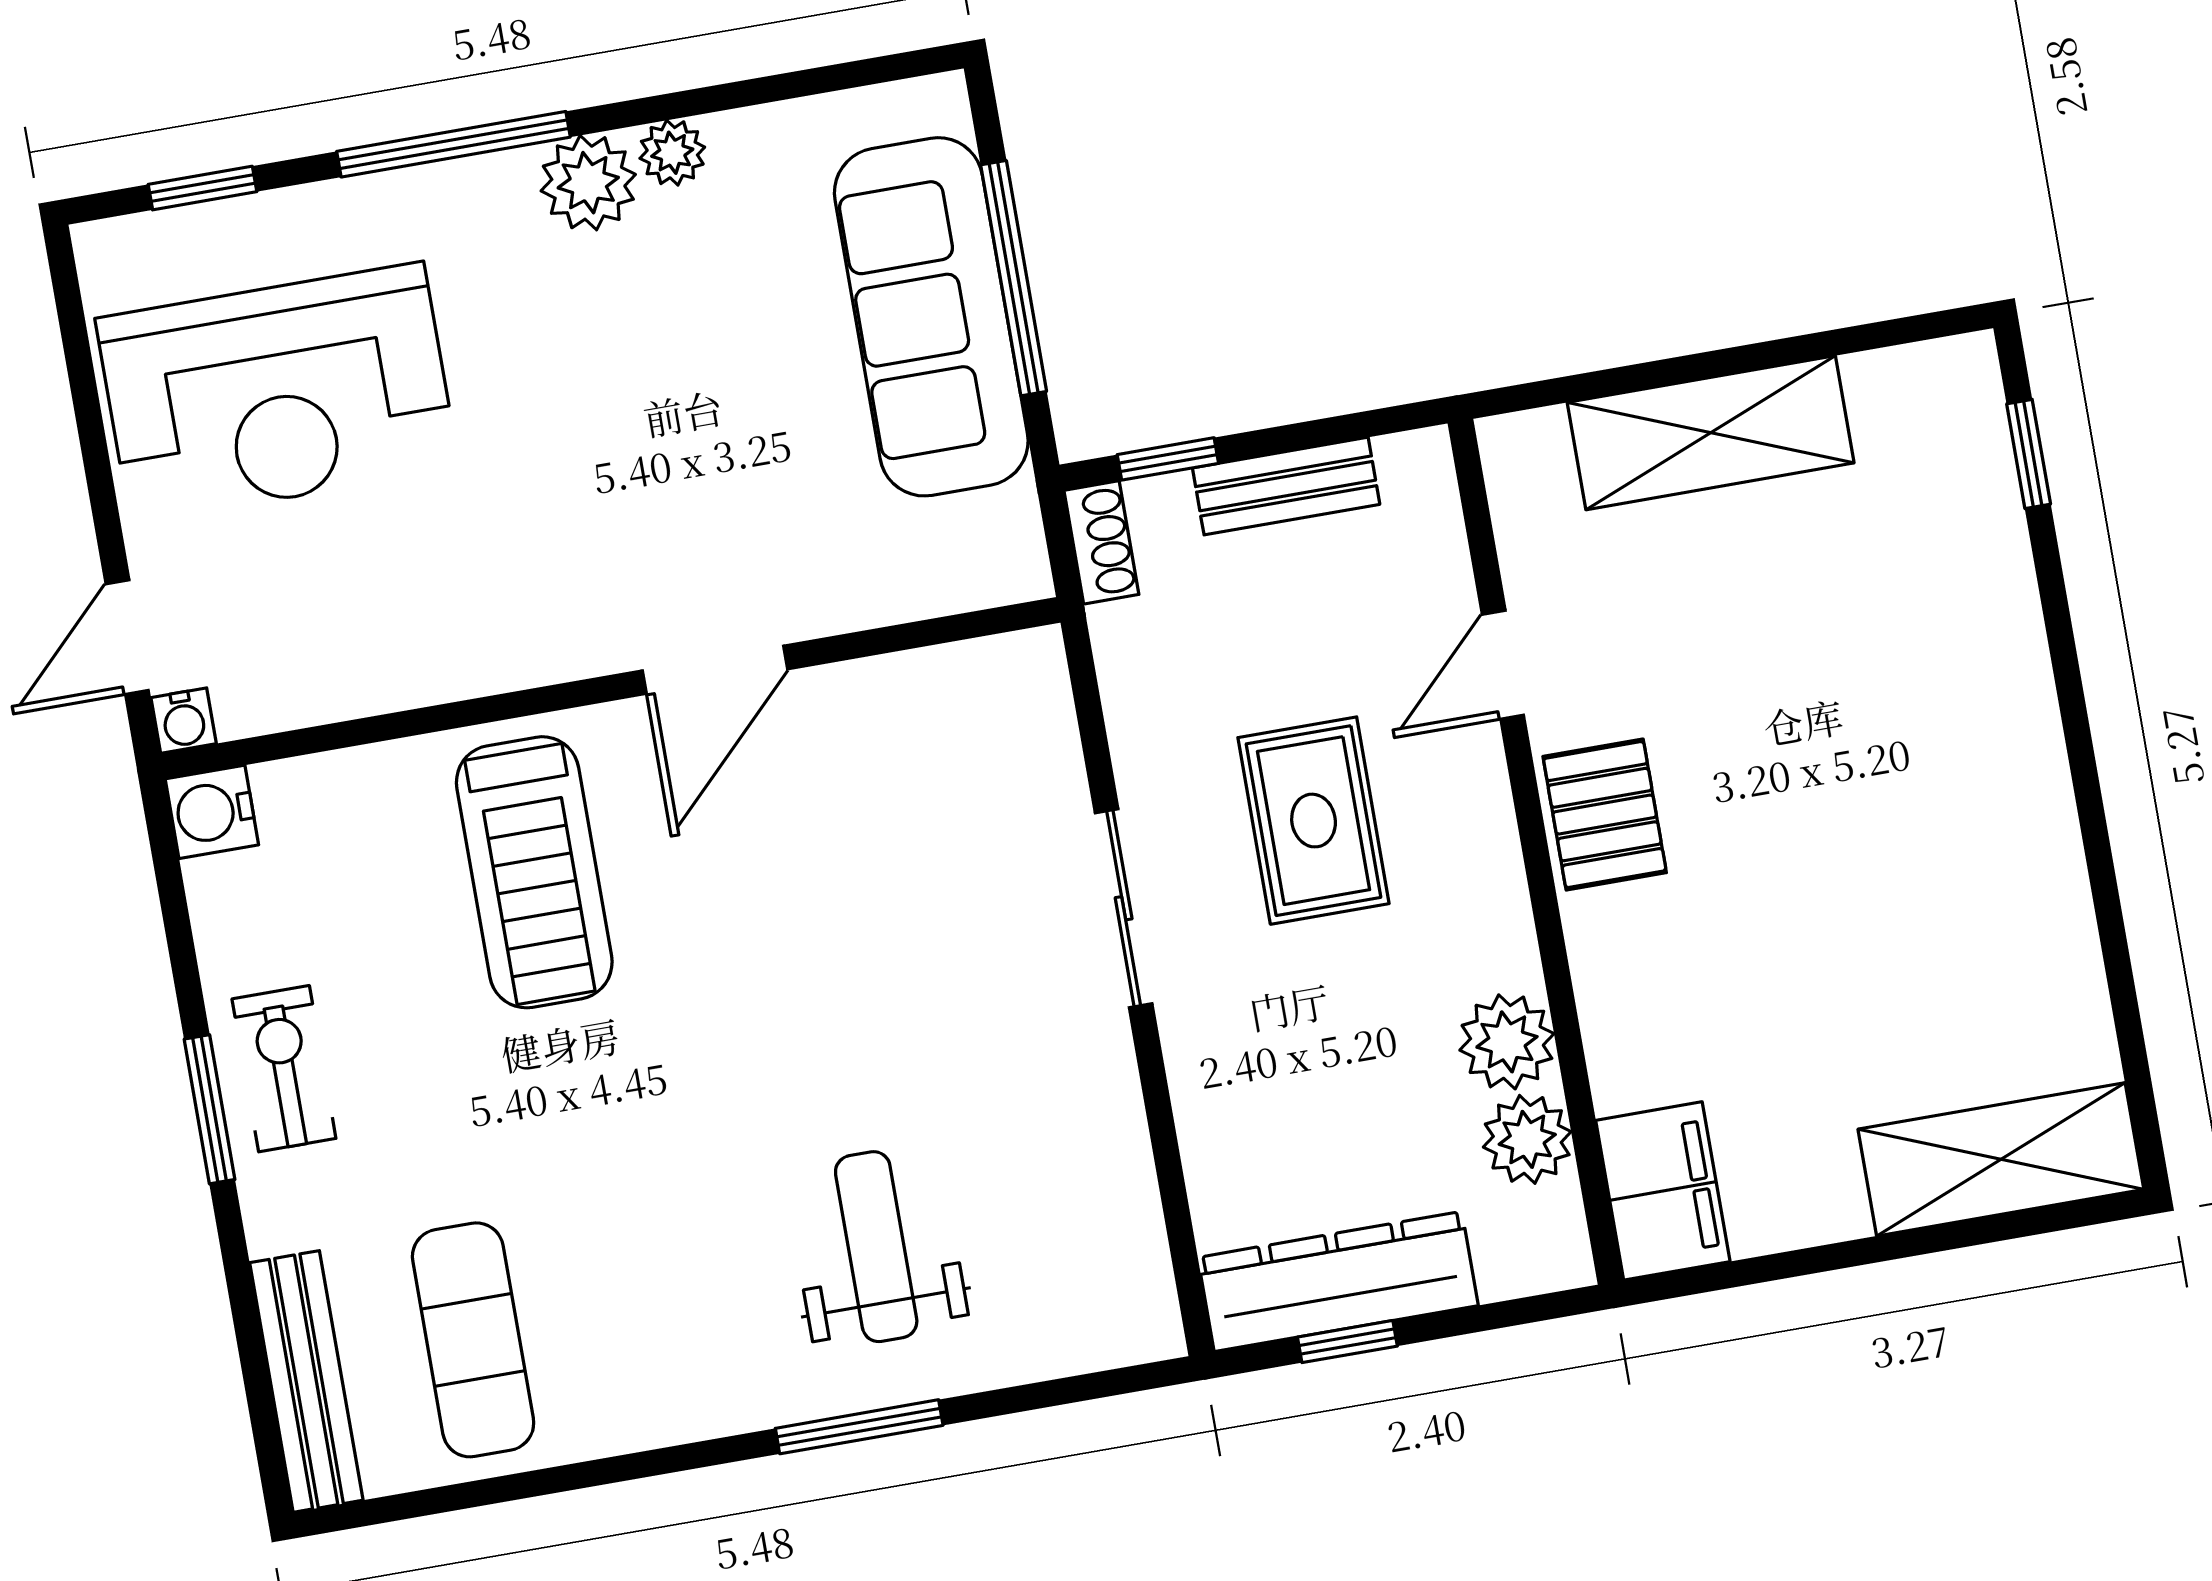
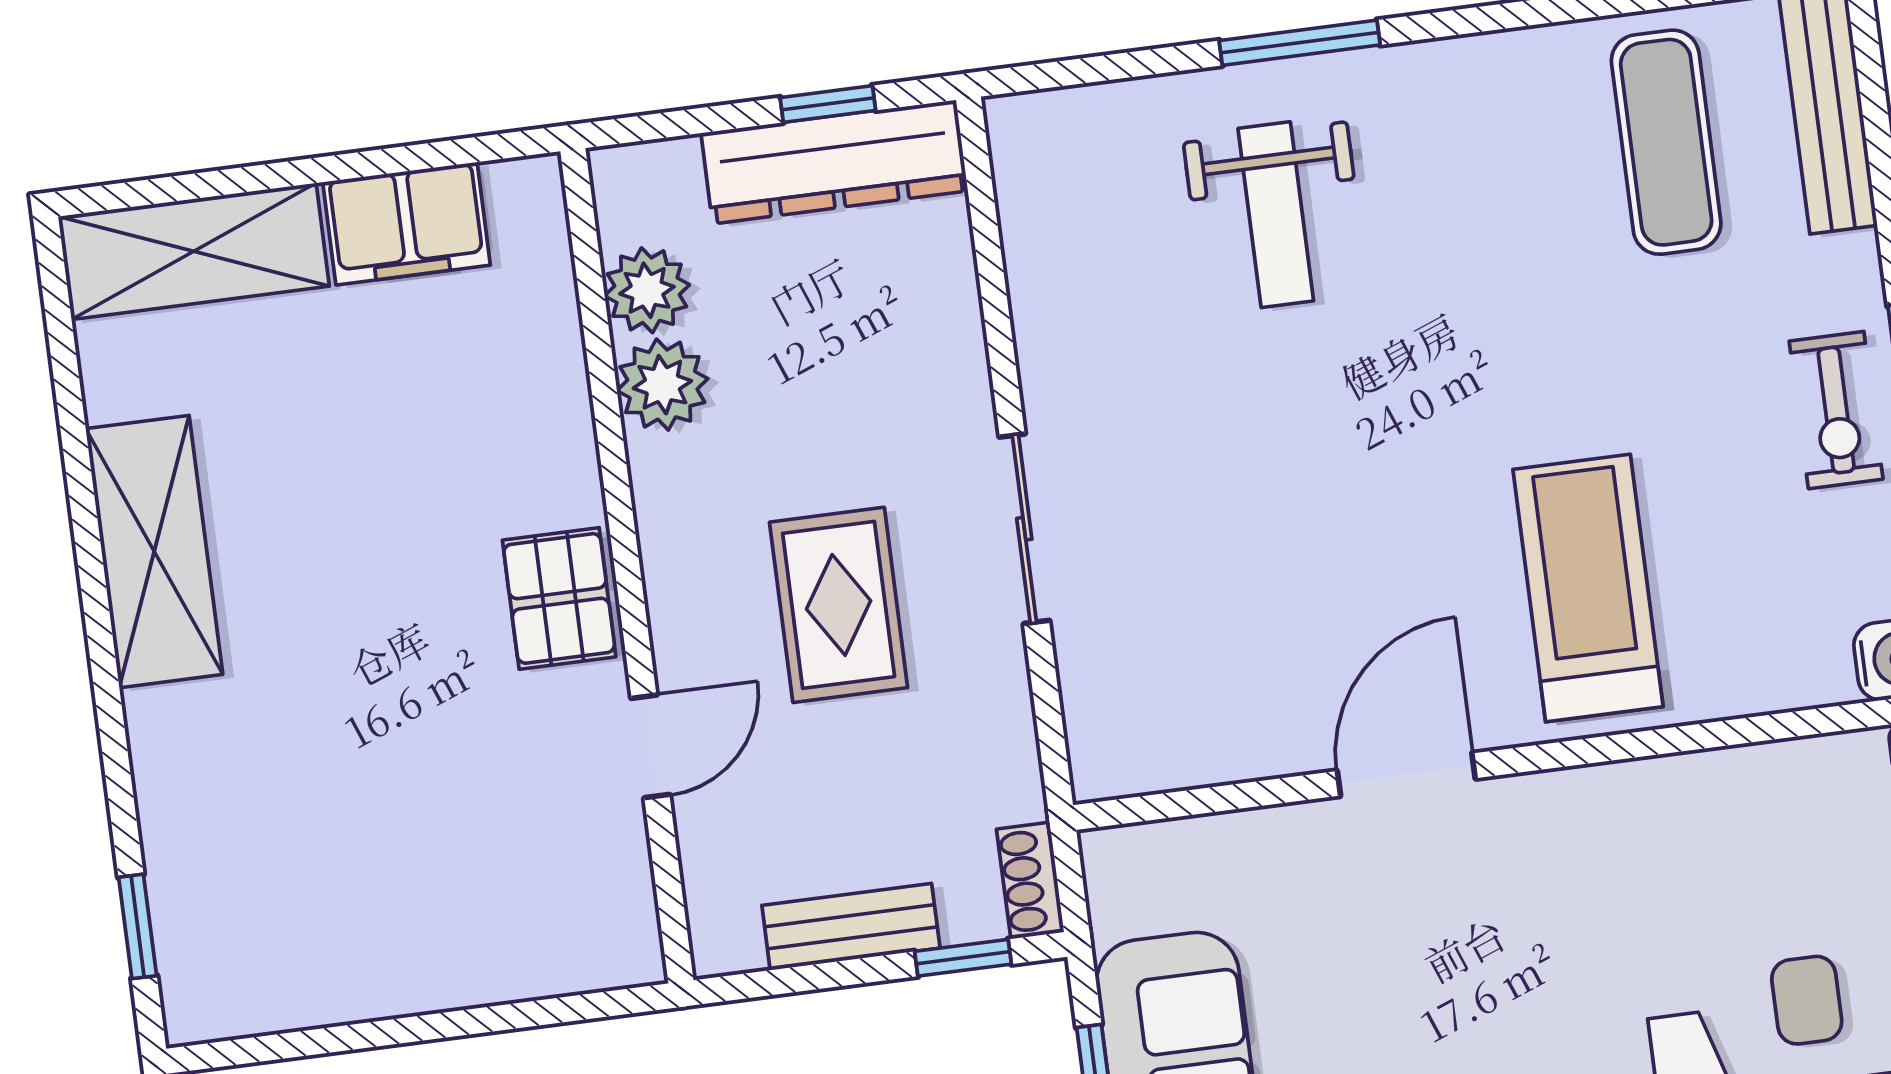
shelving: (1711, 433) -> (154, 552), moved, turned 90
filing cabinet: (1663, 1191) -> (407, 224), moved, turned -90

